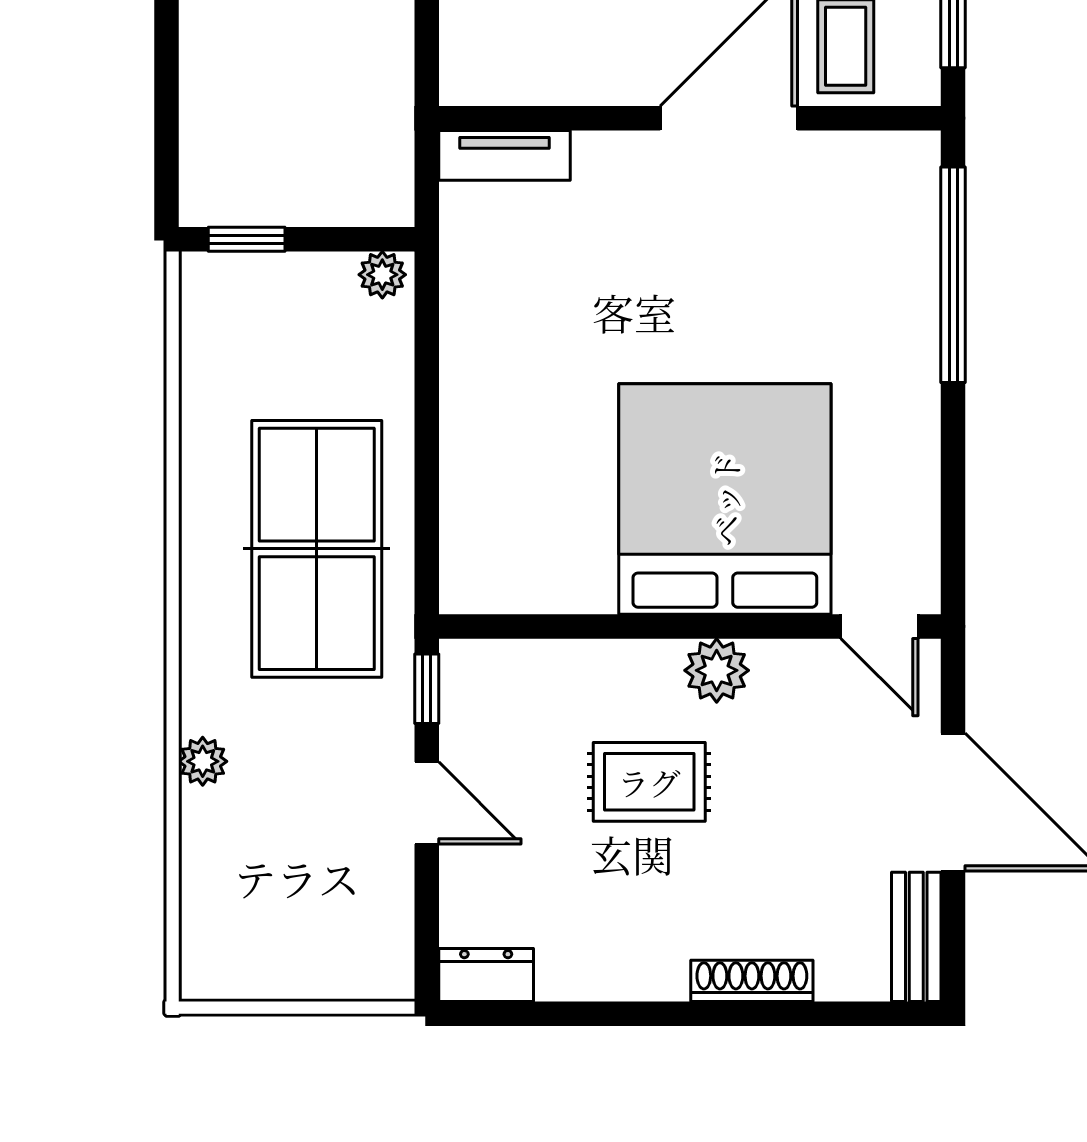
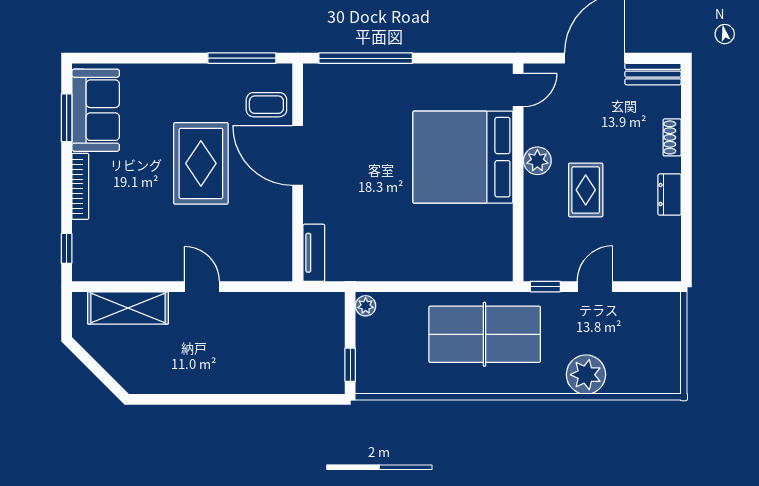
plant: (203, 761) -> (586, 375), width x1.88, depth x1.88
dresser: (486, 975) -> (670, 194), moved
shoe rack: (752, 981) -> (672, 137), width x0.70

